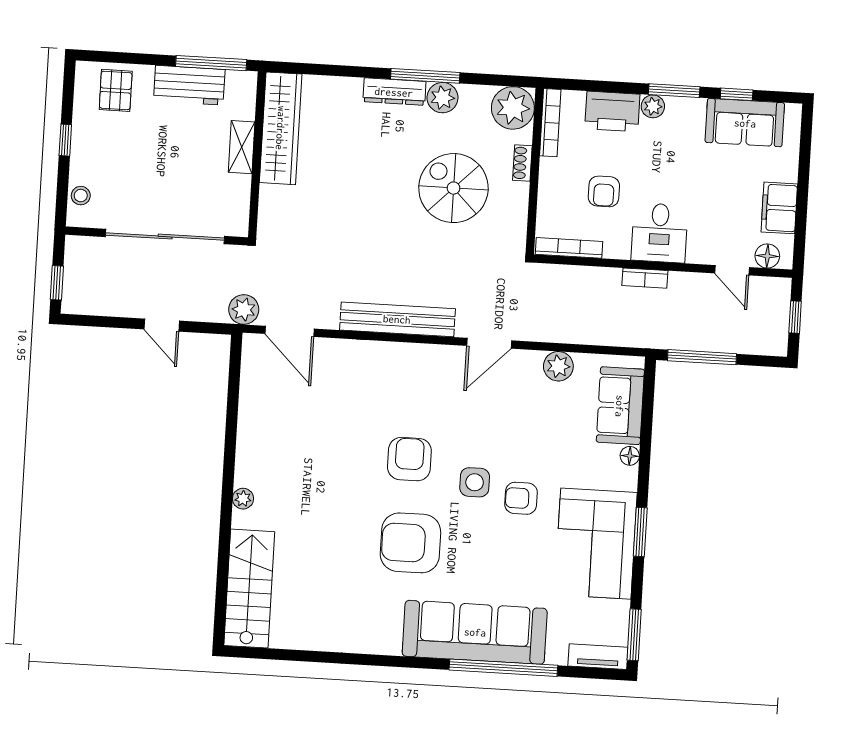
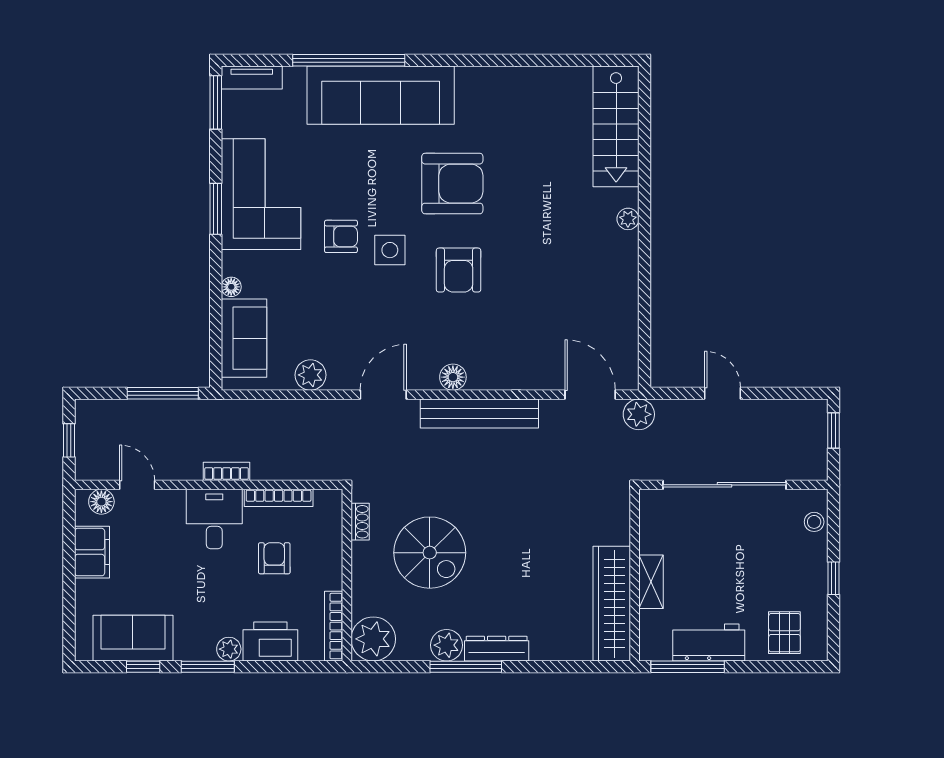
shoe rack: (522, 163) -> (360, 522), moved
bookcase: (569, 248) -> (279, 498), moved
floor lamp: (421, 356) -> (453, 377), added

